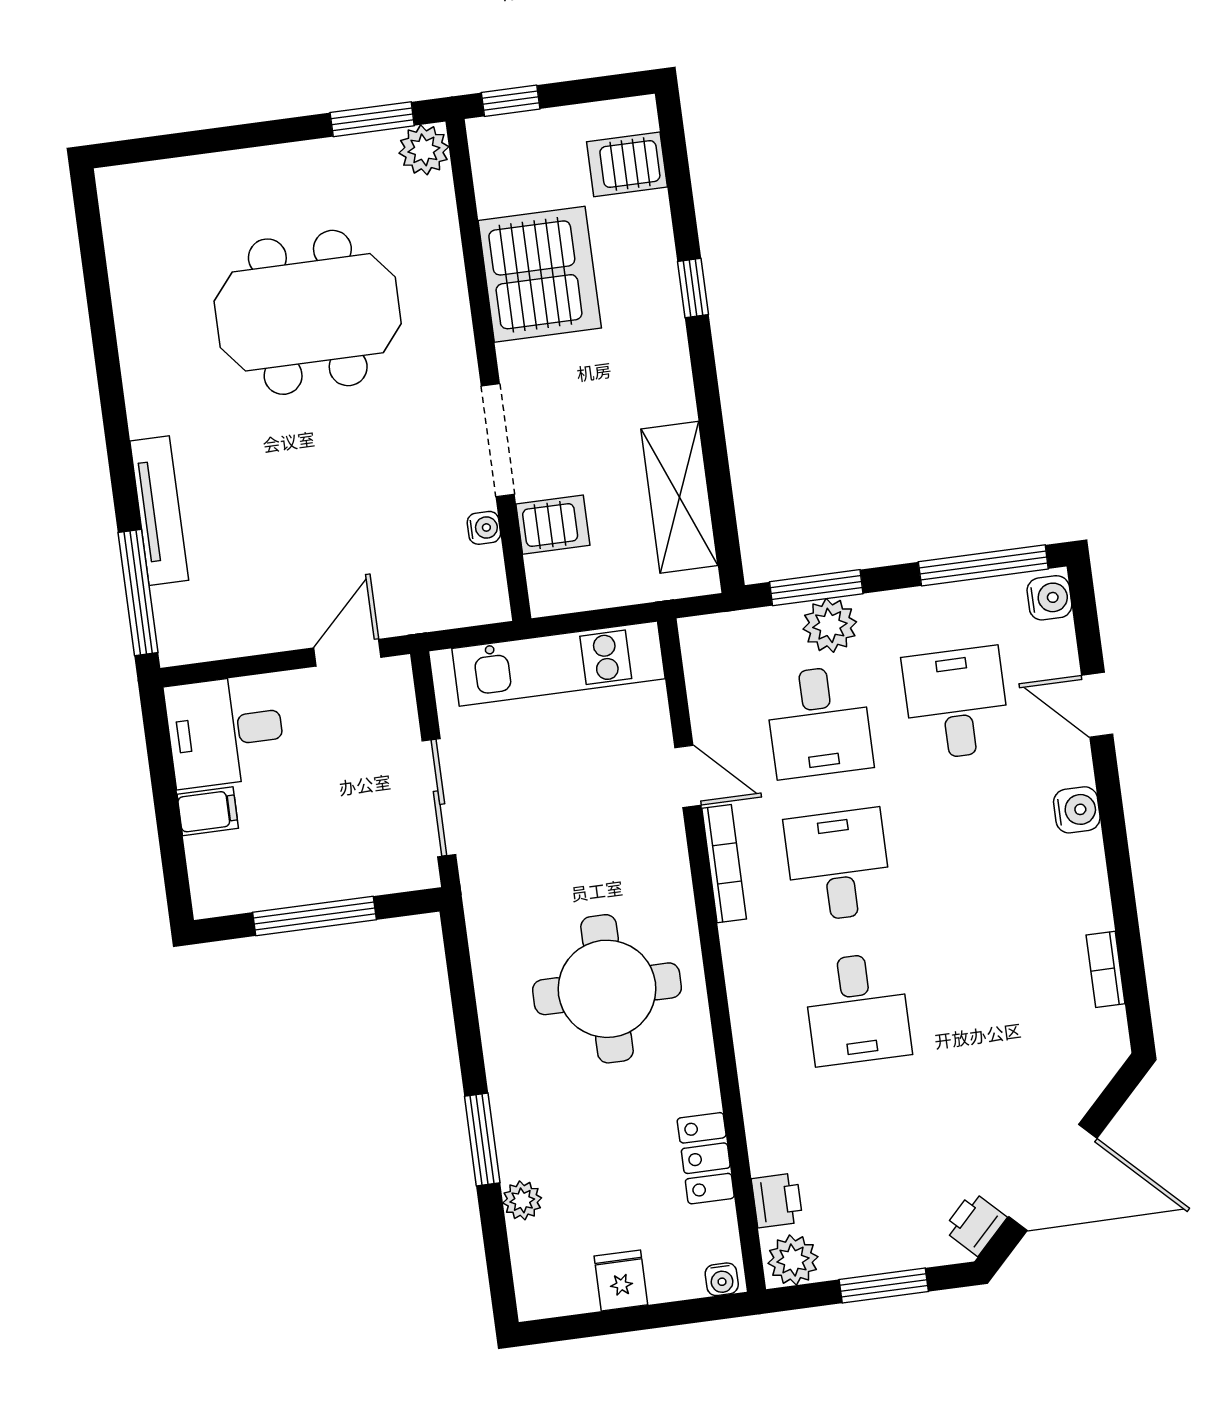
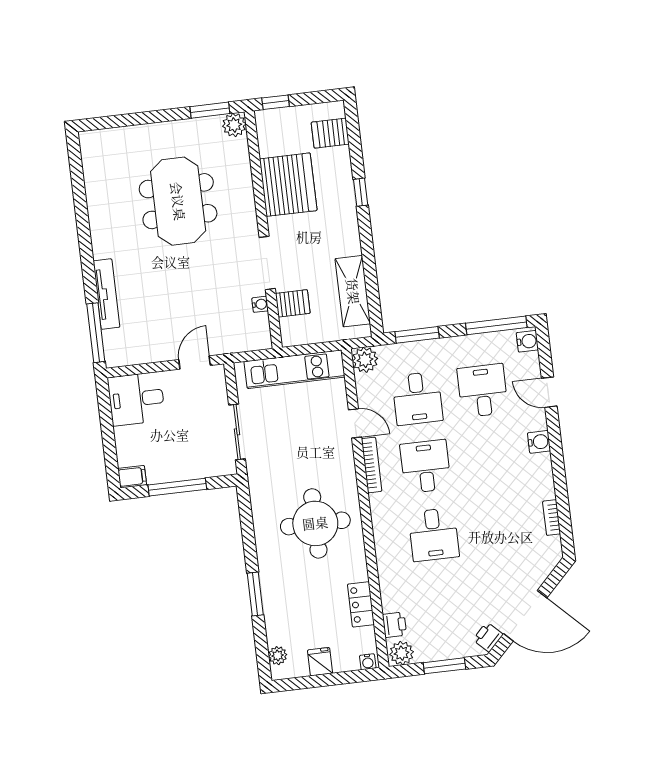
meeting table: (308, 312) -> (178, 201), turned 90
plant: (830, 625) -> (365, 360), moved
filing cabinet: (208, 811) -> (132, 477), moved
plant: (522, 1200) -> (278, 656), moved

